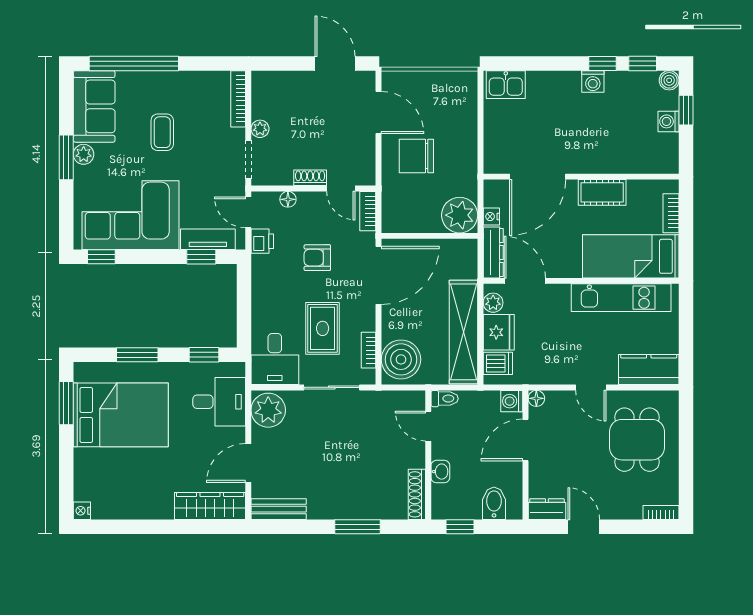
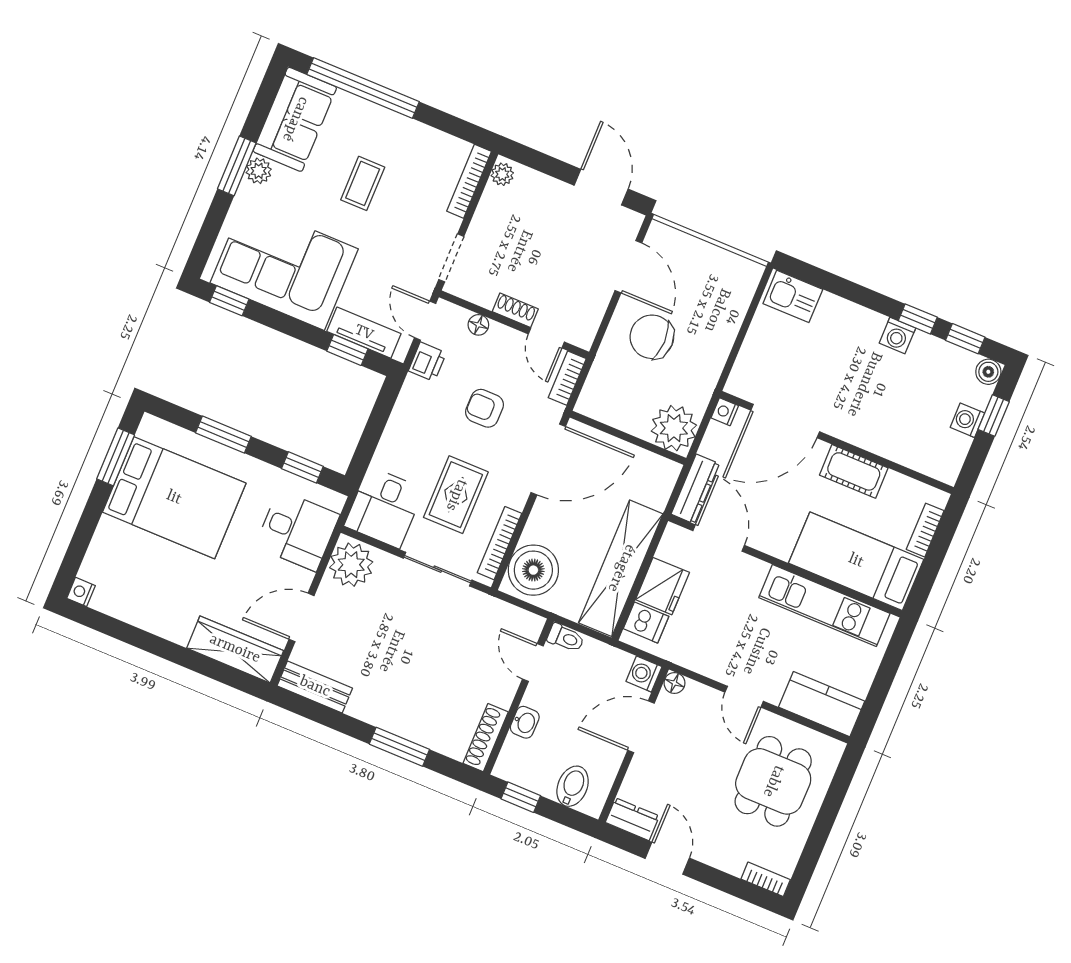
plant: (260, 129) -> (502, 174), moved
nightstand: (491, 217) -> (725, 412), moved
plant: (493, 303) -> (670, 548), removed
bookcase: (369, 350) -> (500, 543), width x1.56

